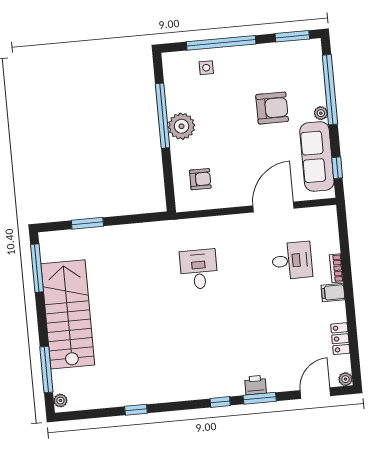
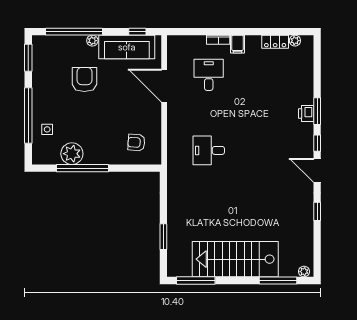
plant: (182, 126) -> (72, 154), moved
armchair: (200, 179) -> (136, 143), turned -86
plant: (345, 379) -> (295, 41), moved
door: (315, 393) -> (317, 170), moved

